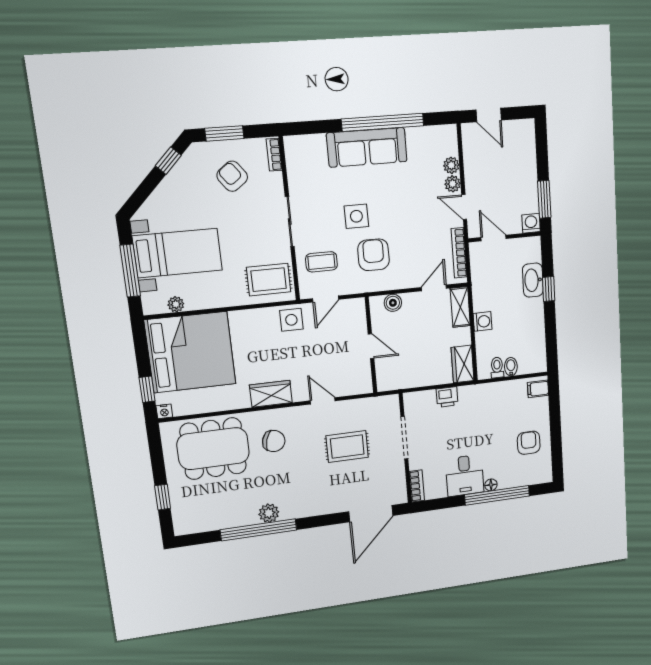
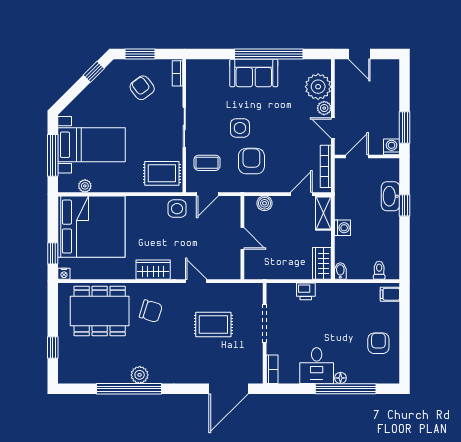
sofa: (367, 147) -> (254, 73), width x0.73
plant: (451, 165) -> (318, 87), width x1.88, depth x1.88
door: (494, 238) -> (357, 157), hinge flipped
toilet: (497, 367) -> (379, 270), moved
bidet: (511, 367) -> (340, 271), moved

